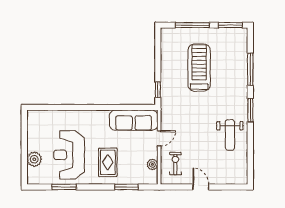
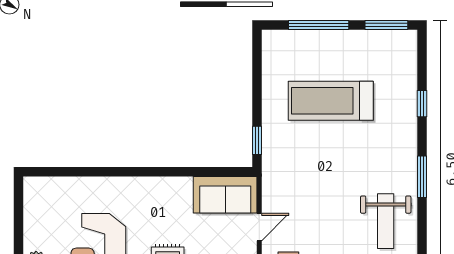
treadmill: (199, 68) -> (331, 101), turned -90
window: (250, 69) -> (422, 104), width x0.46
sofa: (134, 120) -> (225, 195), width x0.73

